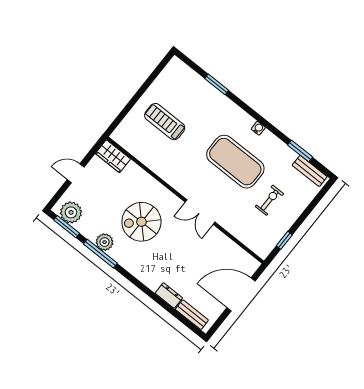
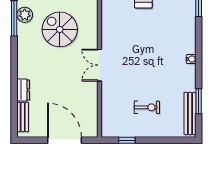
exercise mat: (235, 162) -> (155, 62), removed
bench: (310, 171) -> (190, 113), width x1.36

